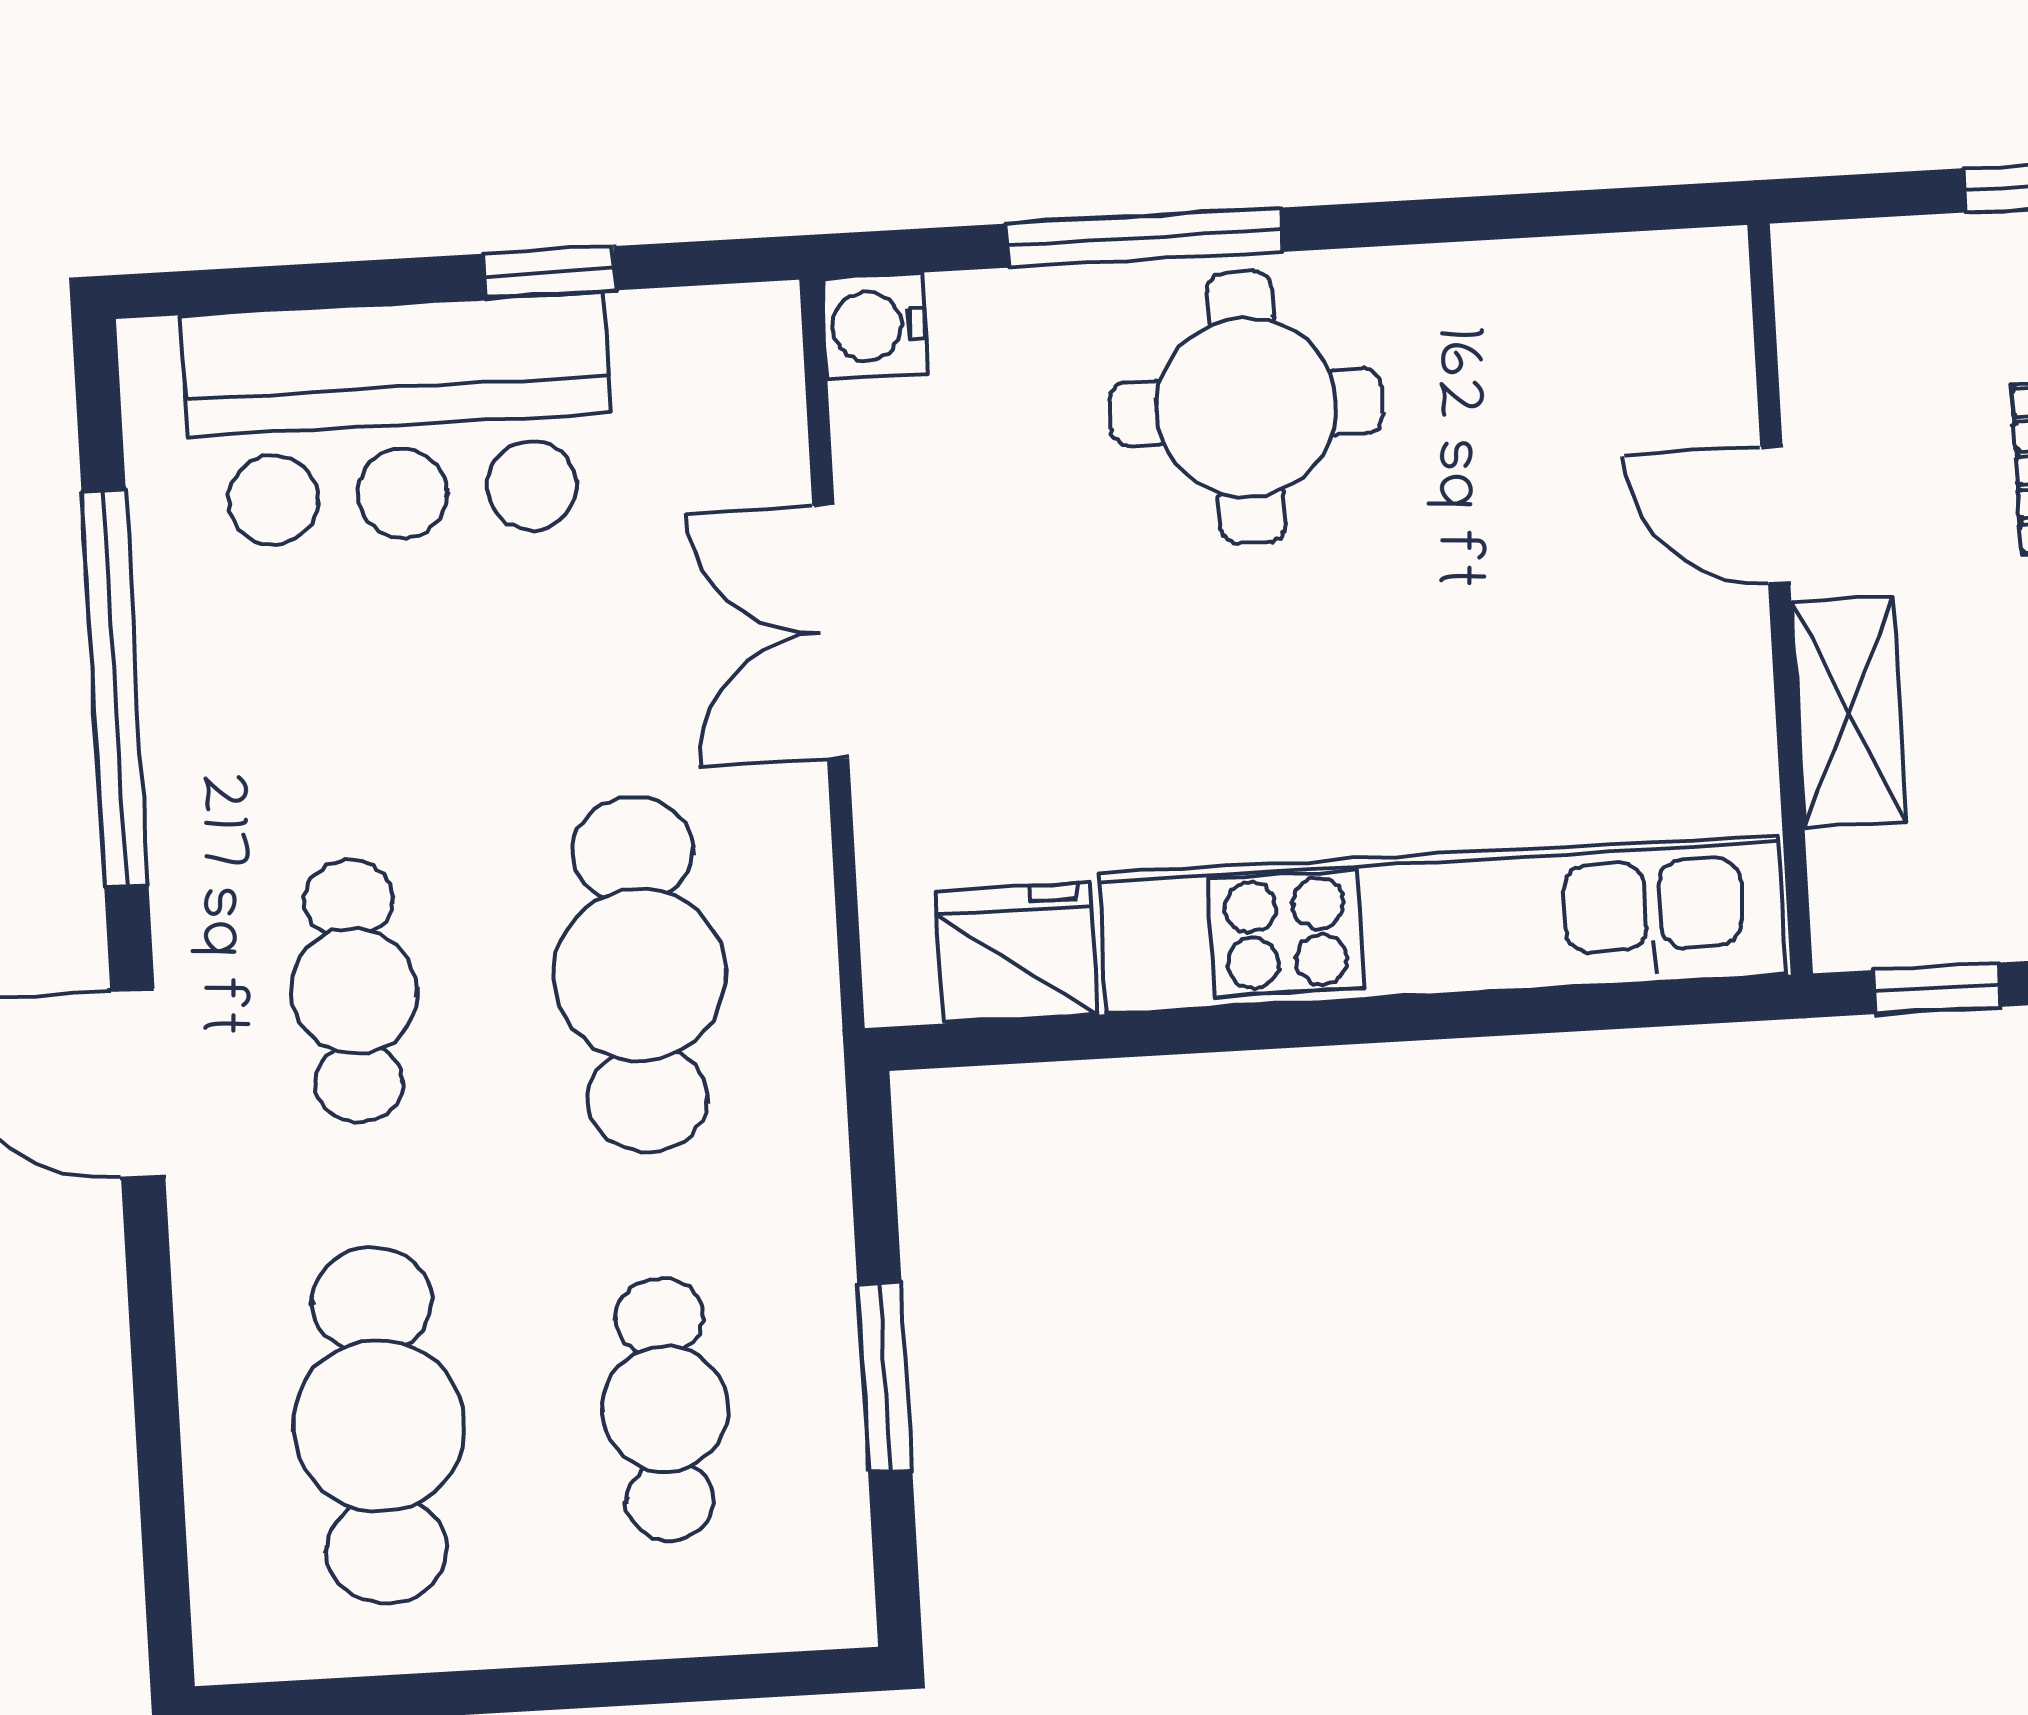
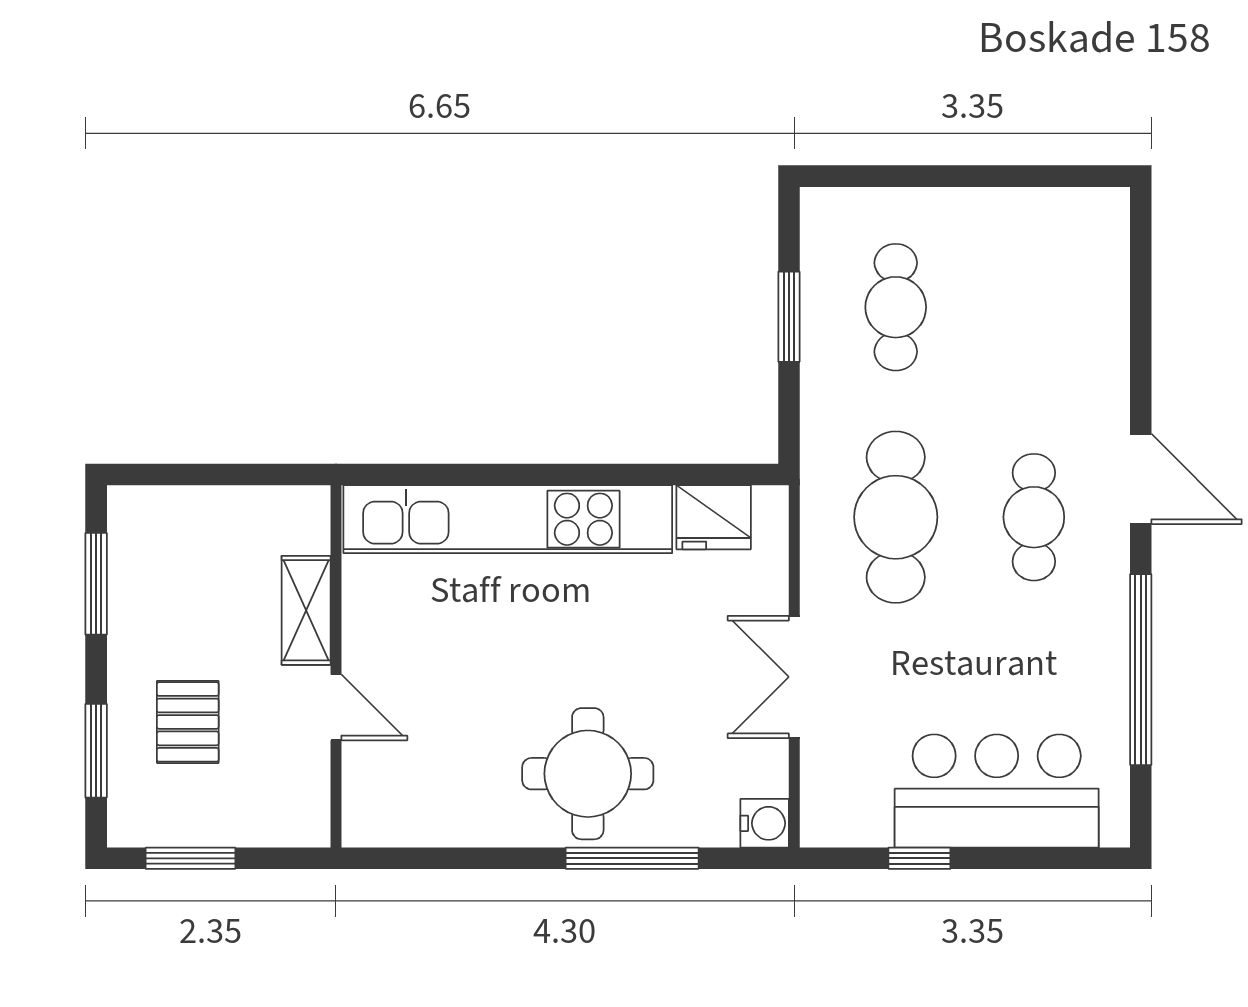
double door: (831, 632) -> (794, 677), swing flipped
window: (1936, 988) -> (271, 475), removed
cafe table: (379, 1426) -> (1034, 307), removed

